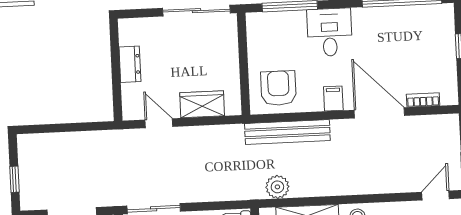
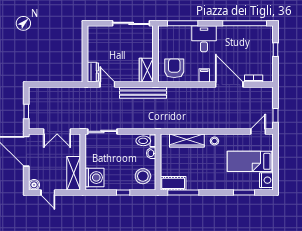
dresser: (130, 64) -> (93, 72), moved
wardrobe: (202, 104) -> (146, 70), moved, turned -90
bench: (287, 132) -> (143, 93), moved
plant: (277, 187) -> (171, 123), removed

